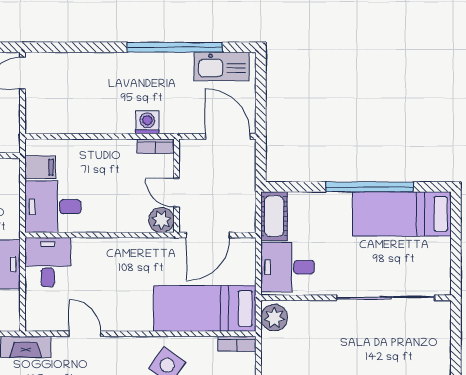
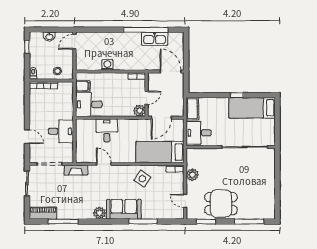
kitchen sink: (221, 67) -> (155, 39), moved
washing machine: (147, 123) -> (107, 65), moved
window: (370, 187) -> (237, 95), width x0.32
door: (177, 193) -> (147, 98), swing flipped
desk: (48, 262) -> (107, 130), moved
plant: (274, 318) -> (192, 175), moved

